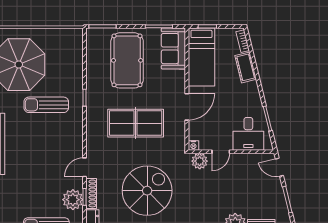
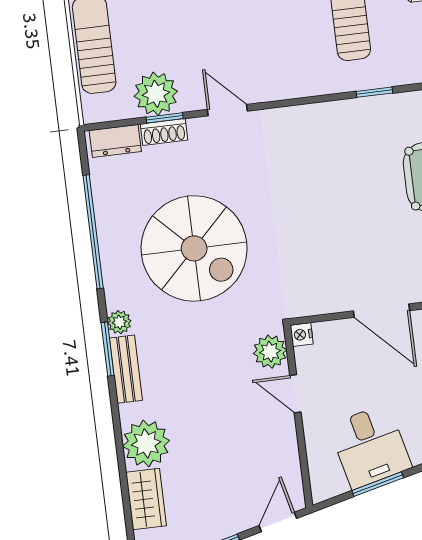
table tennis table: (136, 123) -> (334, 207), removed
desk: (248, 134) -> (370, 446), moved, turned -104
shoe rack: (91, 193) -> (164, 132), width x0.70

